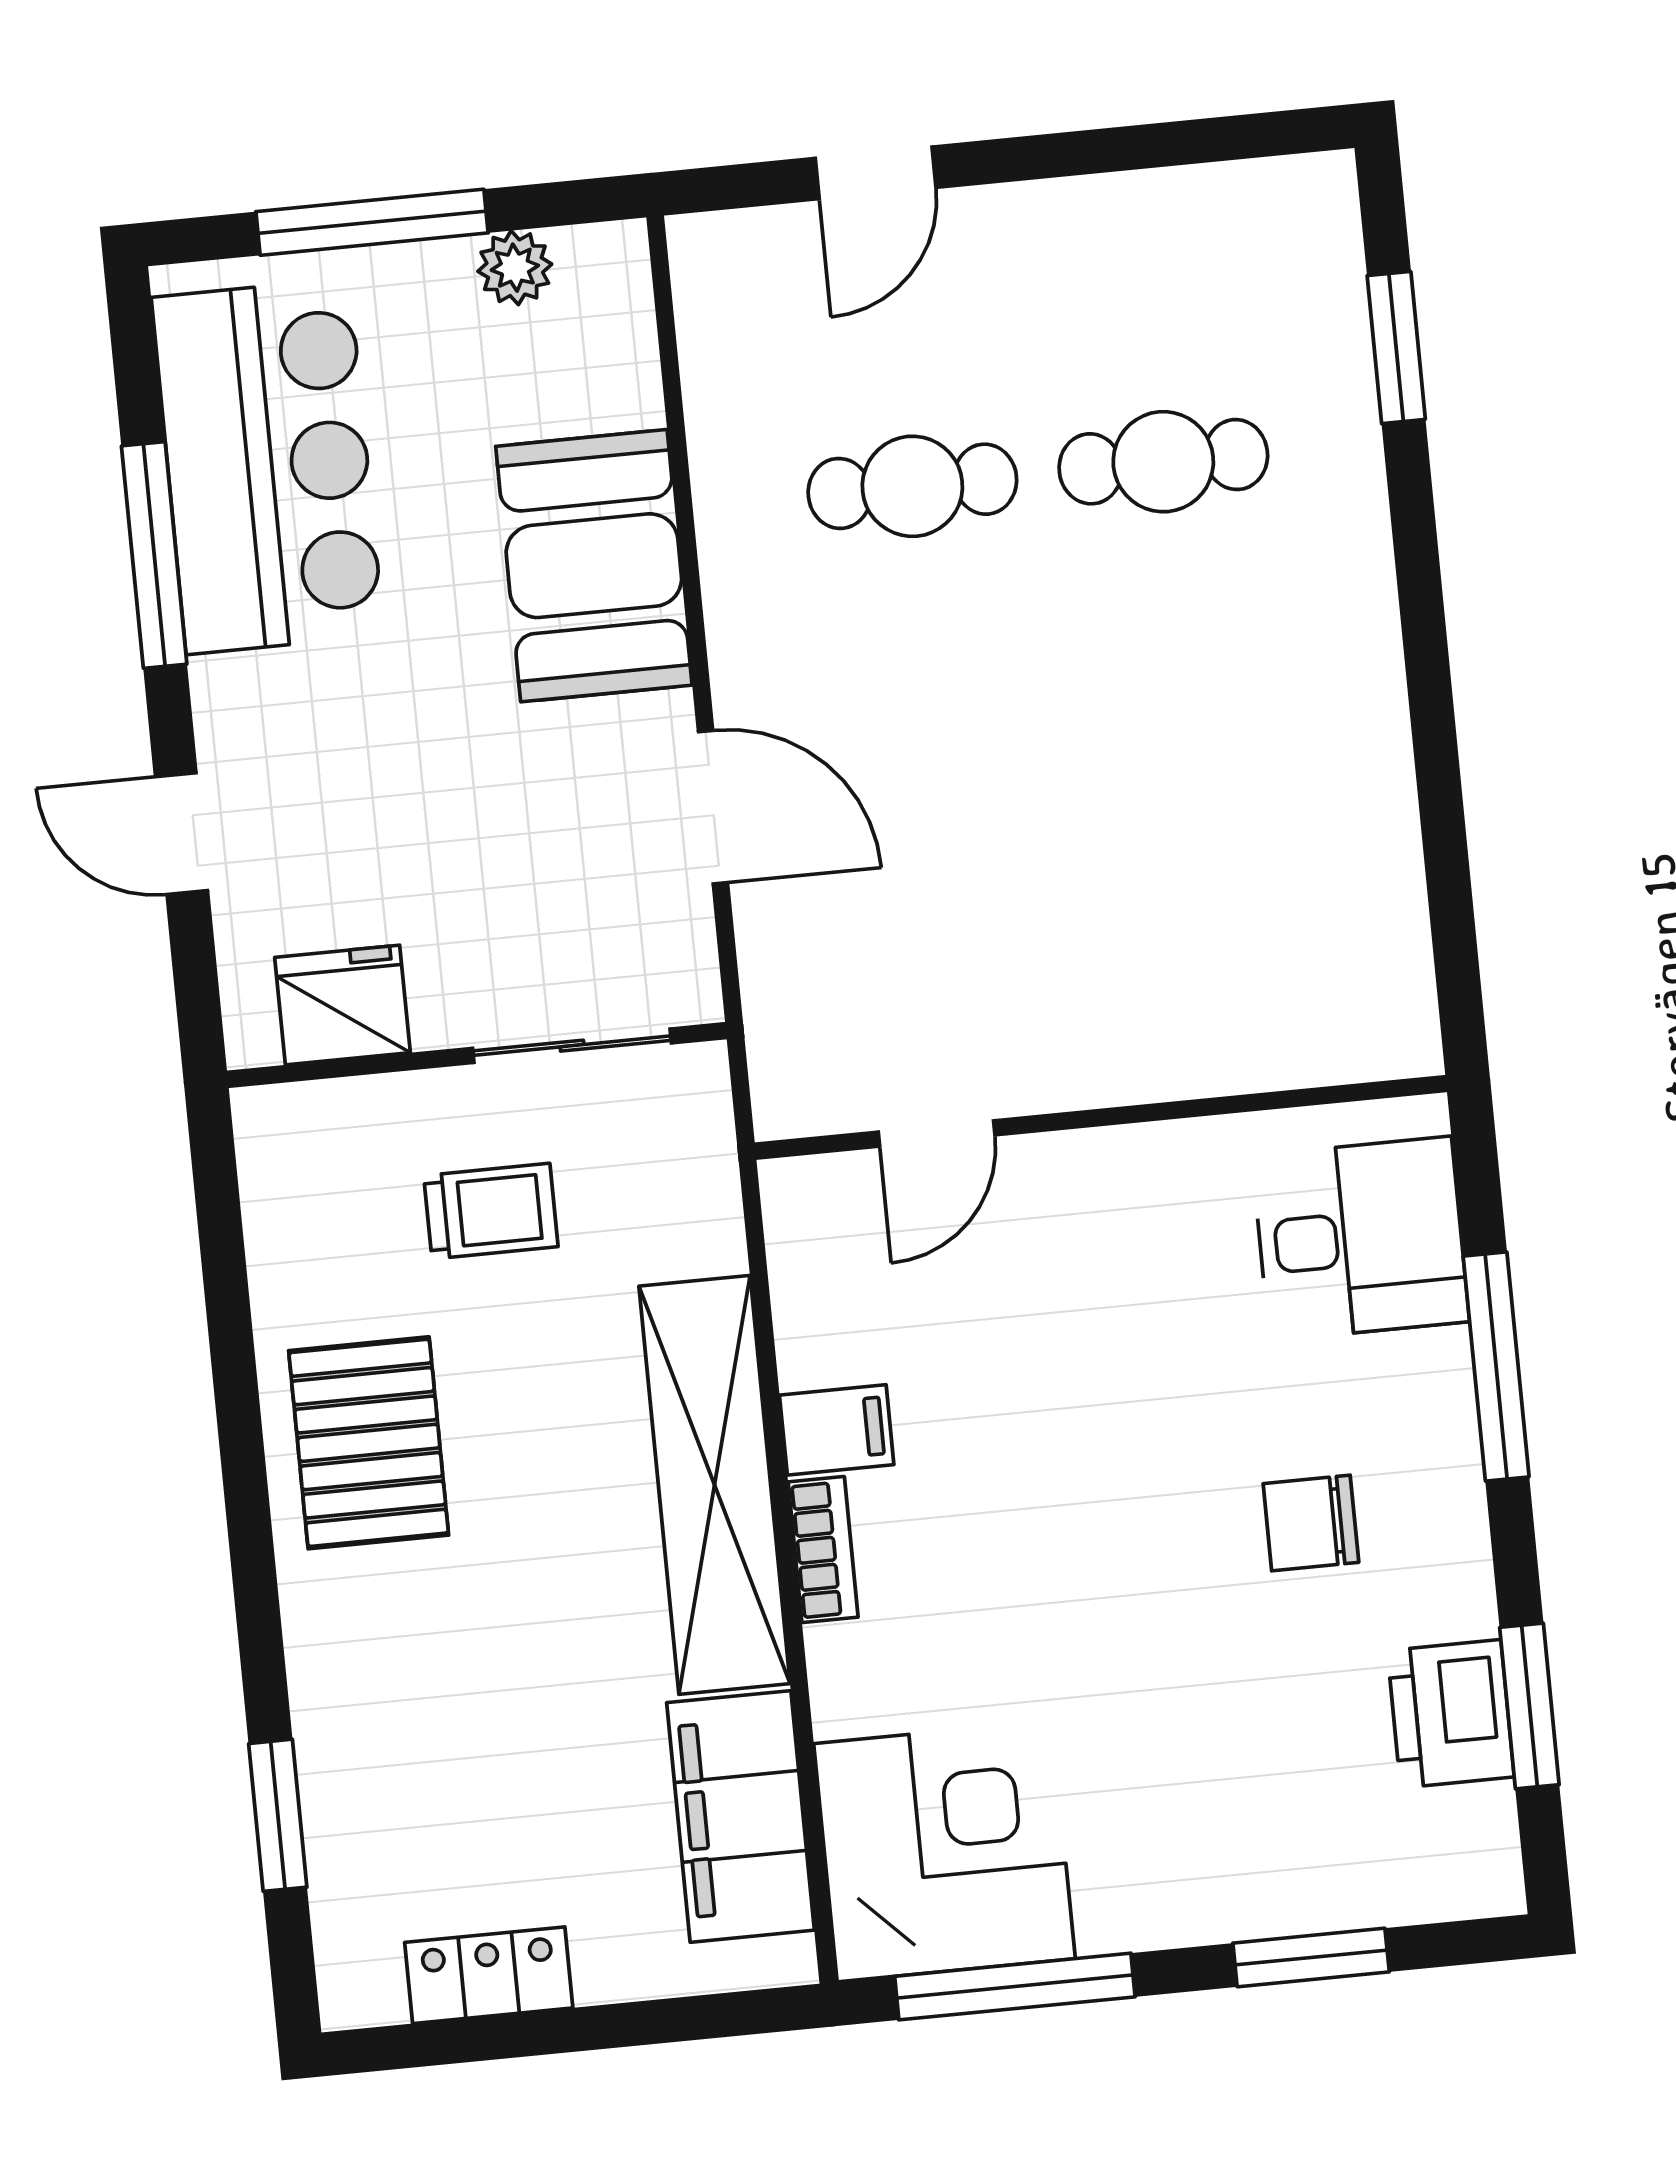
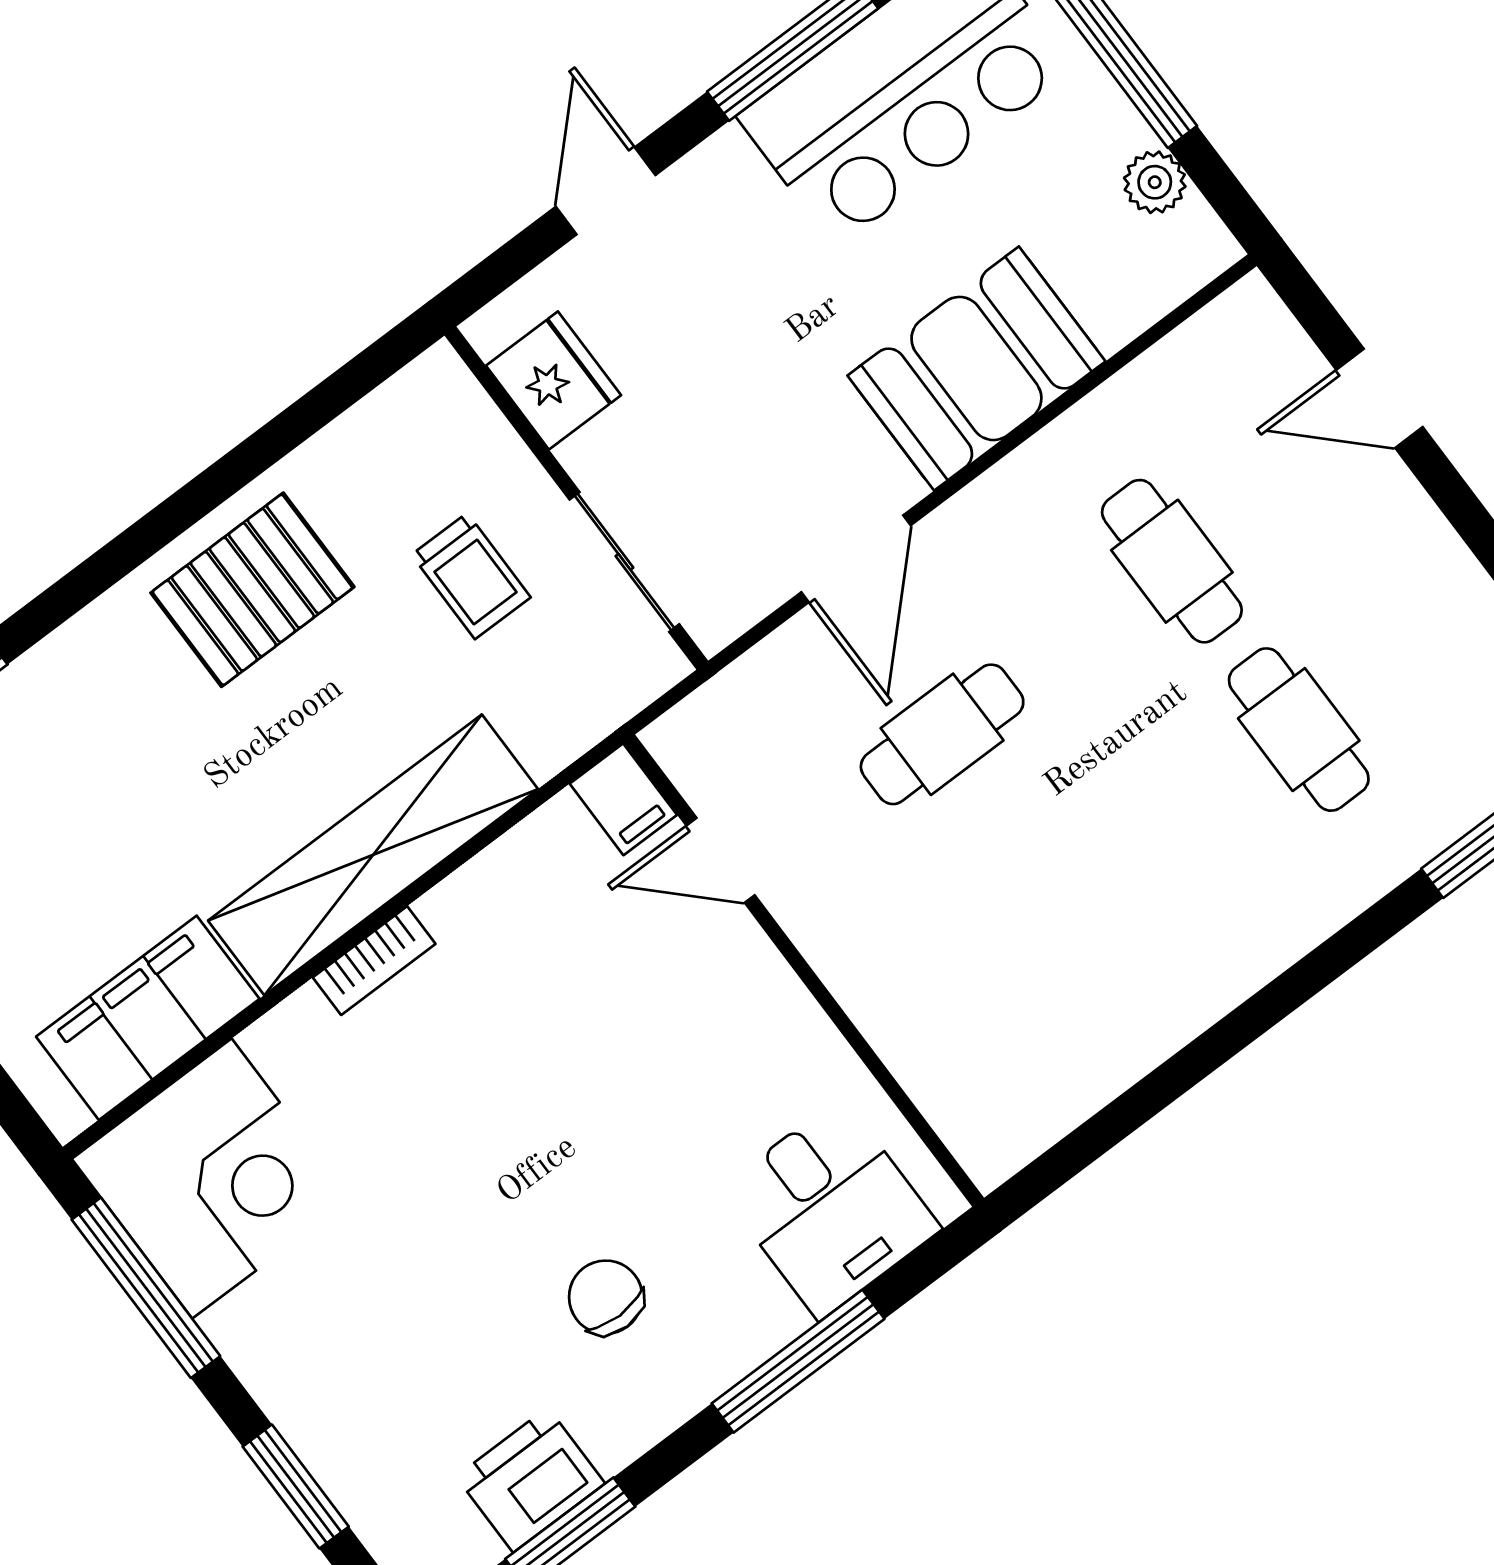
cafe table: (946, 829) -> (942, 734), added
filing cabinet: (837, 1430) -> (623, 799), moved

